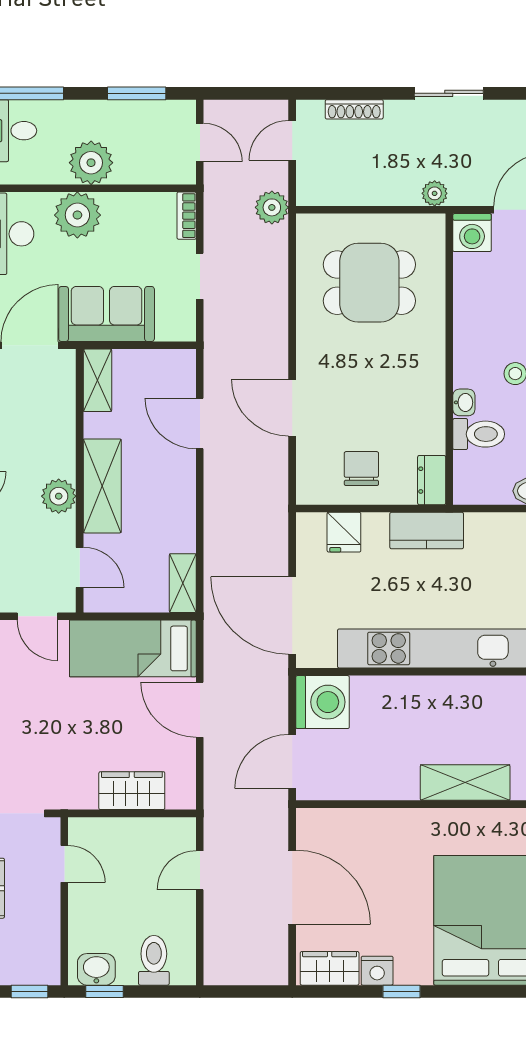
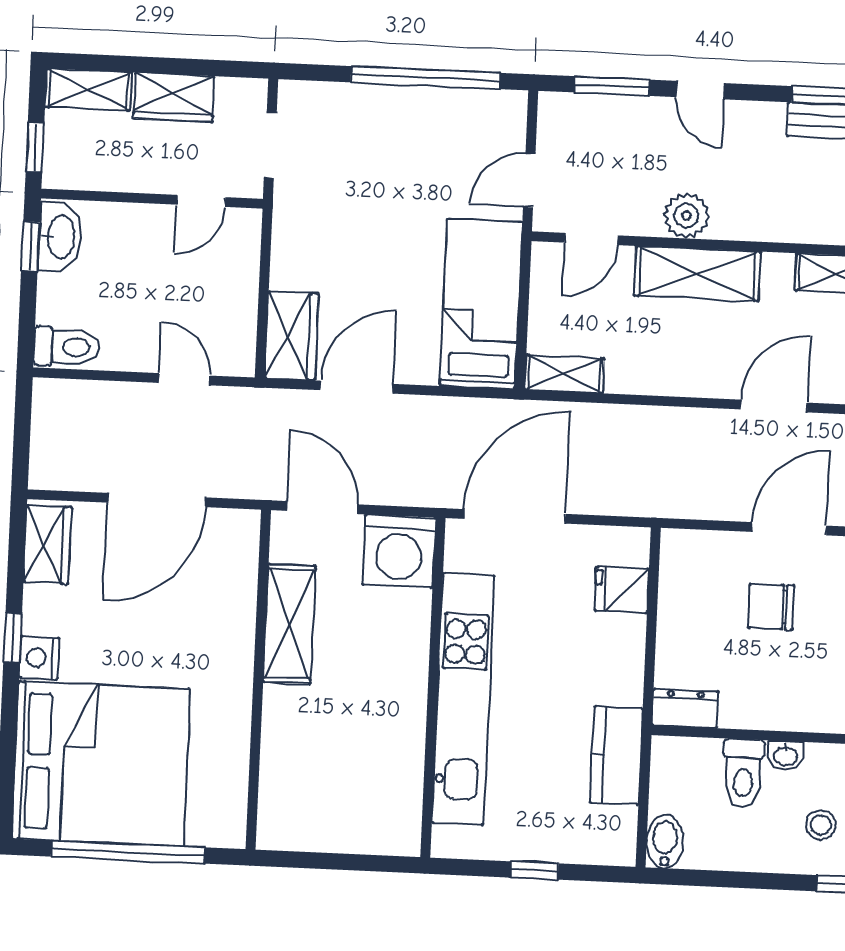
chair: (361, 469) -> (771, 607), moved, turned 180
kitchen counter: (427, 531) -> (616, 756), moved
door: (200, 710) -> (357, 387), moved
shelving: (465, 783) -> (289, 624), moved
wardrobe: (132, 791) -> (292, 336), moved
toilet: (154, 960) -> (67, 347), moved
washbasin: (96, 969) -> (60, 237), width x1.38
nightstand: (377, 971) -> (39, 658), moved

